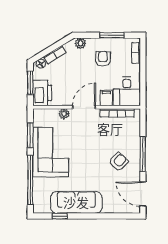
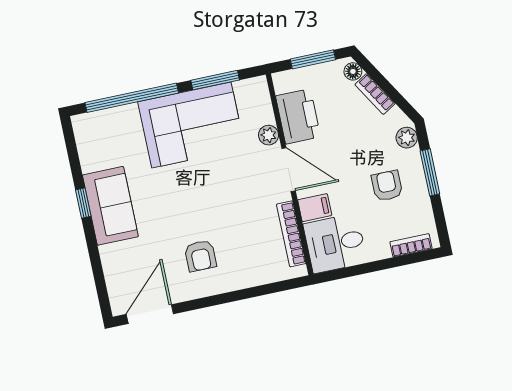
window: (112, 35) -> (430, 172), moved
armchair: (103, 59) -> (387, 186), turned -90
printer: (42, 93) -> (298, 116), moved, turned -90
window: (143, 154) -> (224, 298), removed
armchair: (119, 162) -> (200, 256), turned 46
sofa: (76, 202) -> (110, 206), width x0.73
window: (60, 216) -> (83, 203), moved

